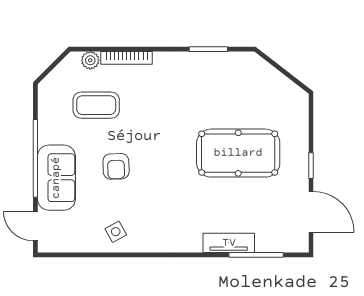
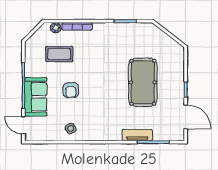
pool table: (238, 153) -> (143, 82), turned 90

